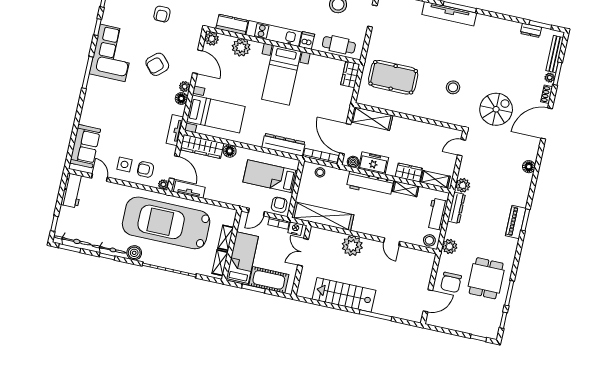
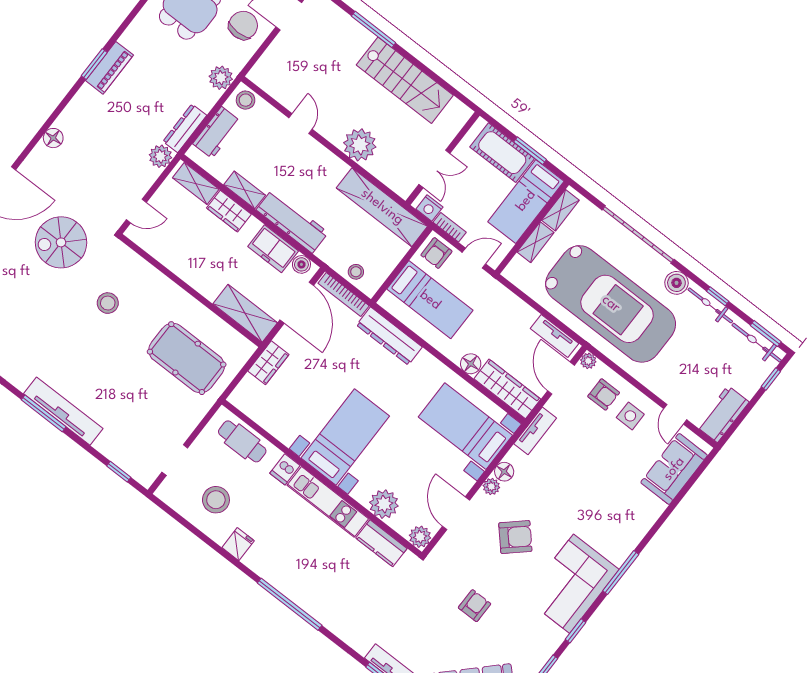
wardrobe: (350, 75) -> (268, 363), moved

